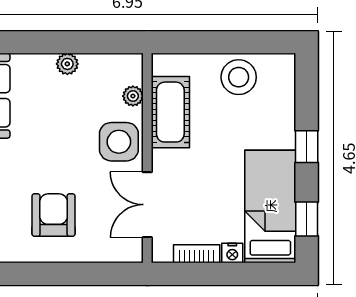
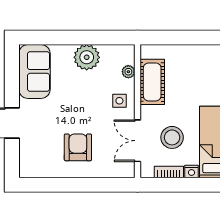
plant: (67, 64) -> (87, 57), width x1.88, depth x1.88
stool: (239, 77) -> (172, 137), moved
side table: (119, 142) -> (119, 101), width x0.54, depth x0.54

